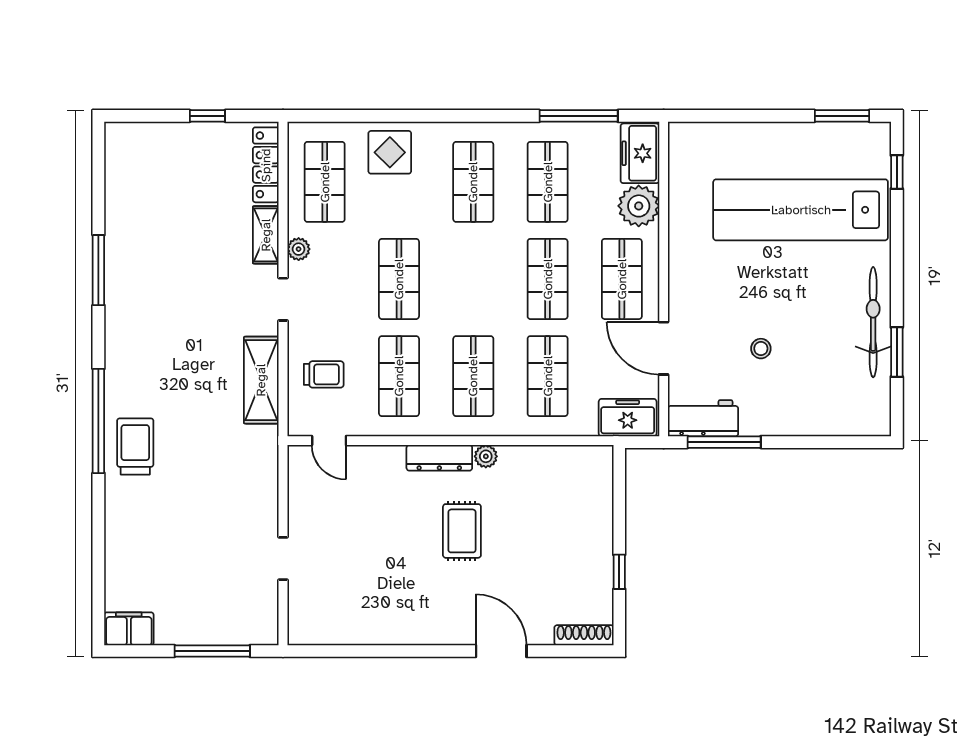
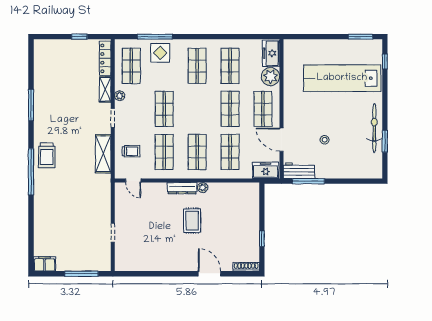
window: (579, 116) -> (155, 37), moved
trolley: (135, 447) -> (47, 155), moved, turned 180

